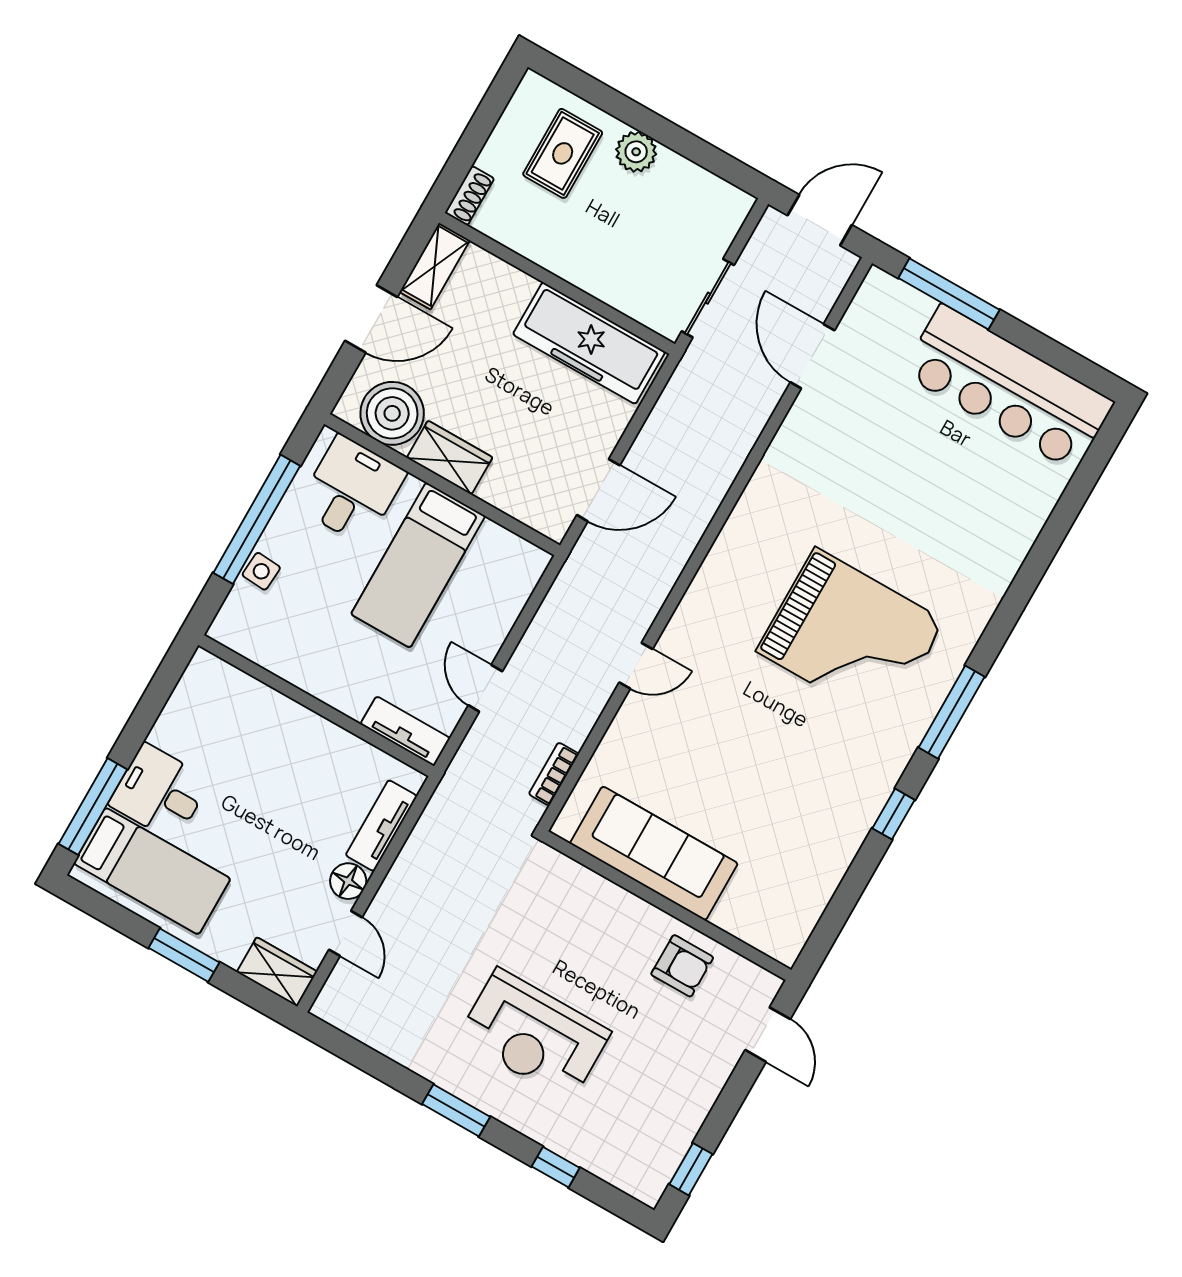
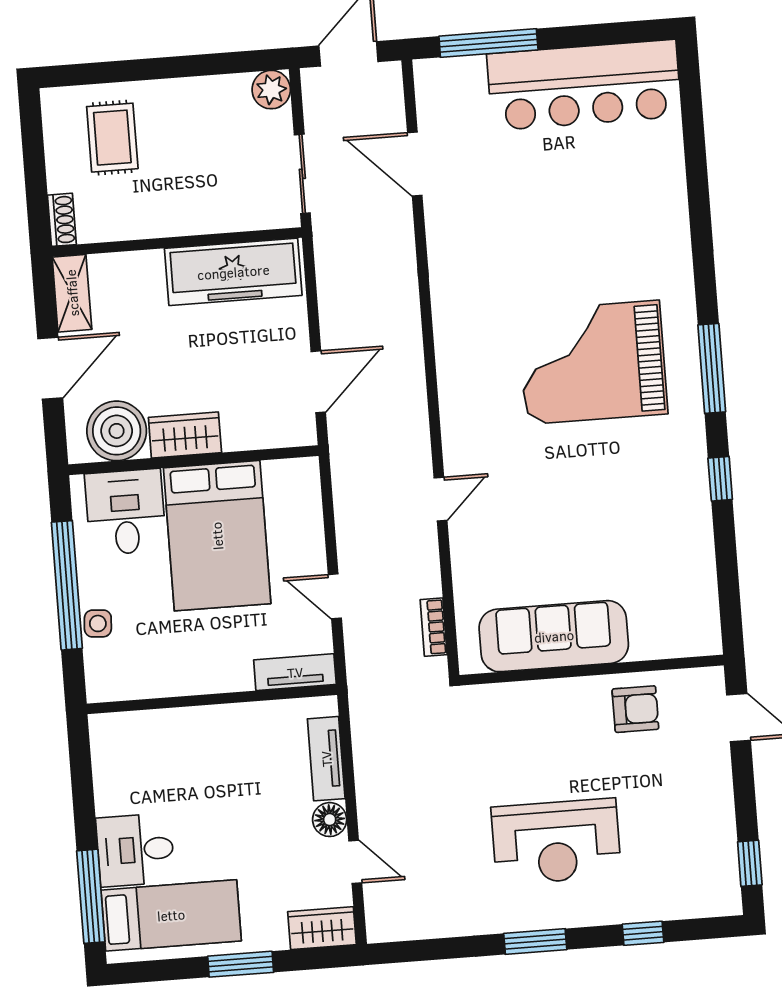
plant: (636, 152) -> (271, 90), moved
bed: (418, 565) -> (217, 536), width x1.50
grand piano: (851, 636) -> (593, 362), turned 180

